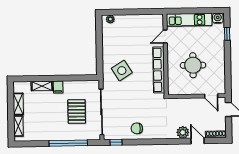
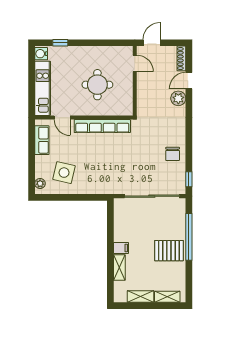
row of seats: (146, 20) -> (42, 140), added
side table: (122, 71) -> (64, 173), moved, turned 45
door: (211, 96) -> (135, 63), hinge flipped
pallet: (77, 111) -> (169, 251), moved

